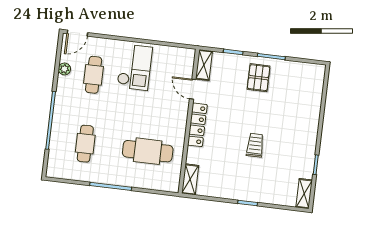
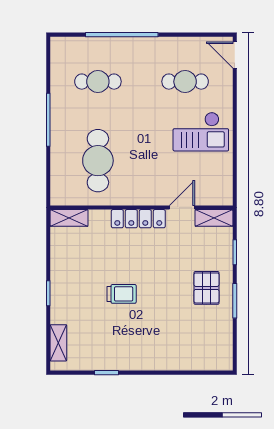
plant: (64, 69) -> (188, 44), removed
pallet: (259, 78) -> (206, 288), turned 90
shelving: (304, 194) -> (58, 343), moved, turned 90

